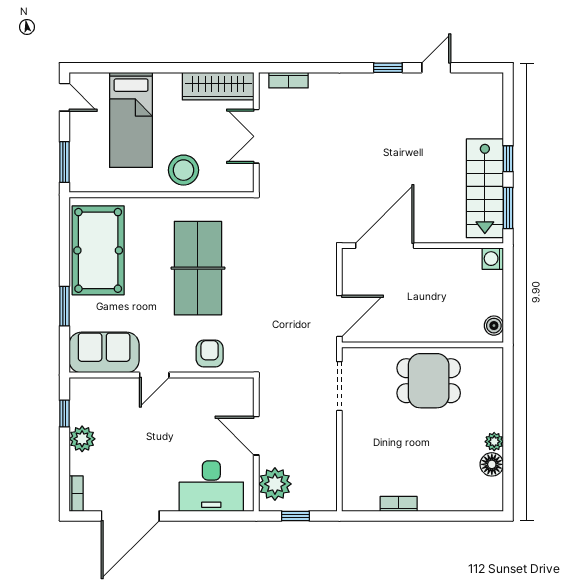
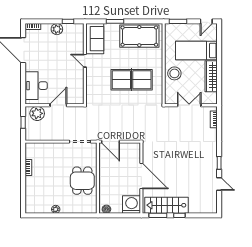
wardrobe: (218, 86) -> (211, 76), moved
door: (385, 246) -> (141, 176), moved
washing machine: (493, 259) -> (132, 205), width x1.89, depth x1.89
armchair: (210, 354) -> (94, 85), removed
floor lamp: (492, 464) -> (46, 208), removed

